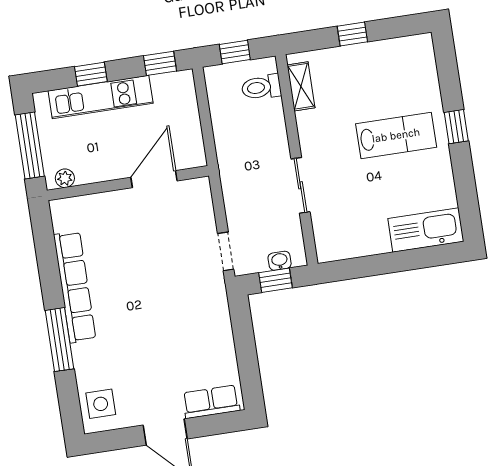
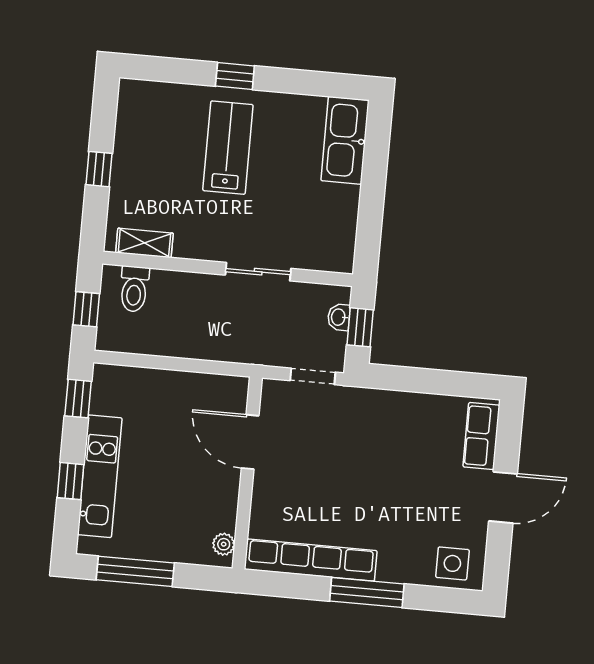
plant: (65, 178) -> (224, 544), moved
door: (154, 179) -> (250, 442), moved
wall: (128, 183) -> (247, 473), moved

